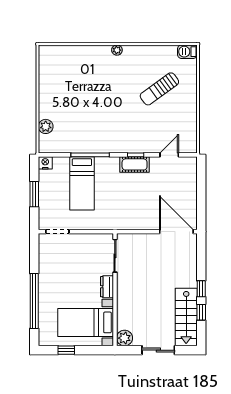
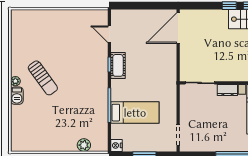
barbecue: (187, 52) -> (17, 96), moved
sun lounger: (159, 89) -> (43, 78), moved

